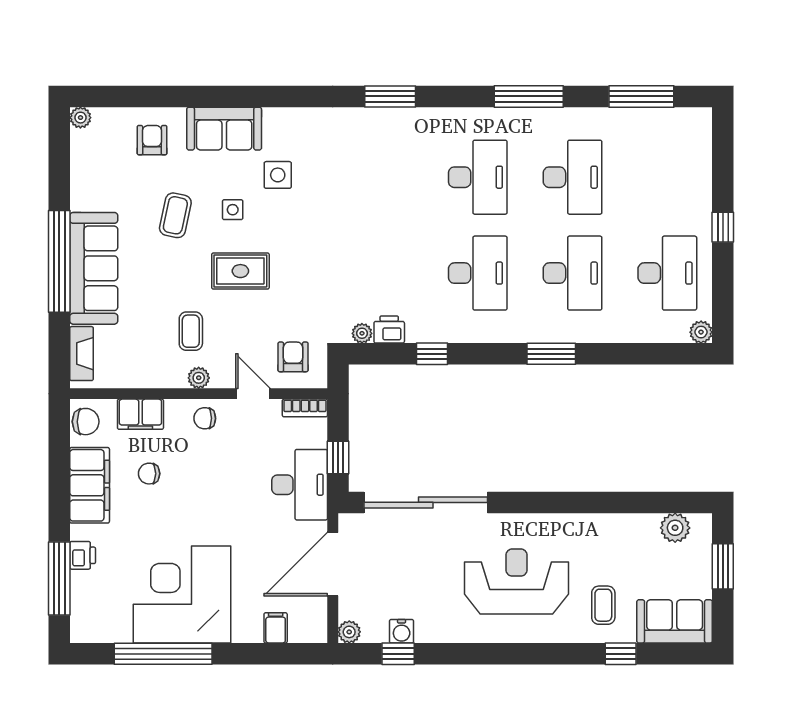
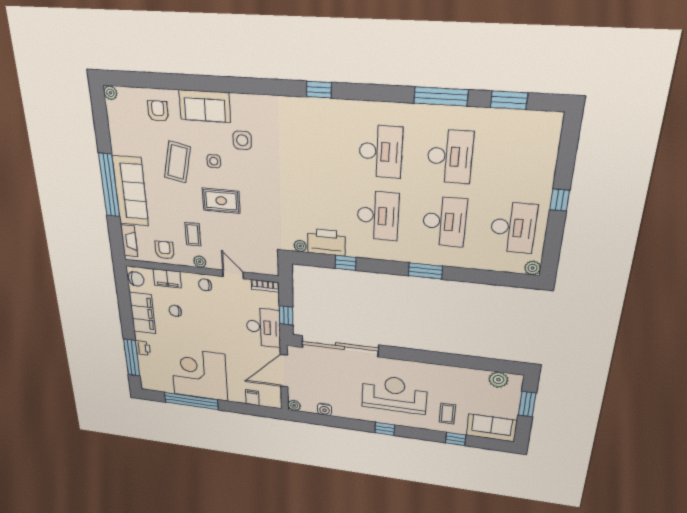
window: (390, 96) -> (319, 90), width x0.67
window: (529, 96) -> (441, 96), moved
window: (641, 96) -> (509, 100), width x0.69
coffee table: (175, 215) -> (177, 162), width x1.36, depth x1.30
printer: (389, 330) -> (326, 242), width x1.87, depth x1.48
armchair: (293, 357) -> (165, 250), moved
window: (398, 654) -> (385, 429), moved

